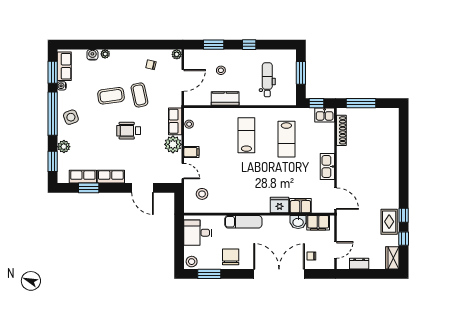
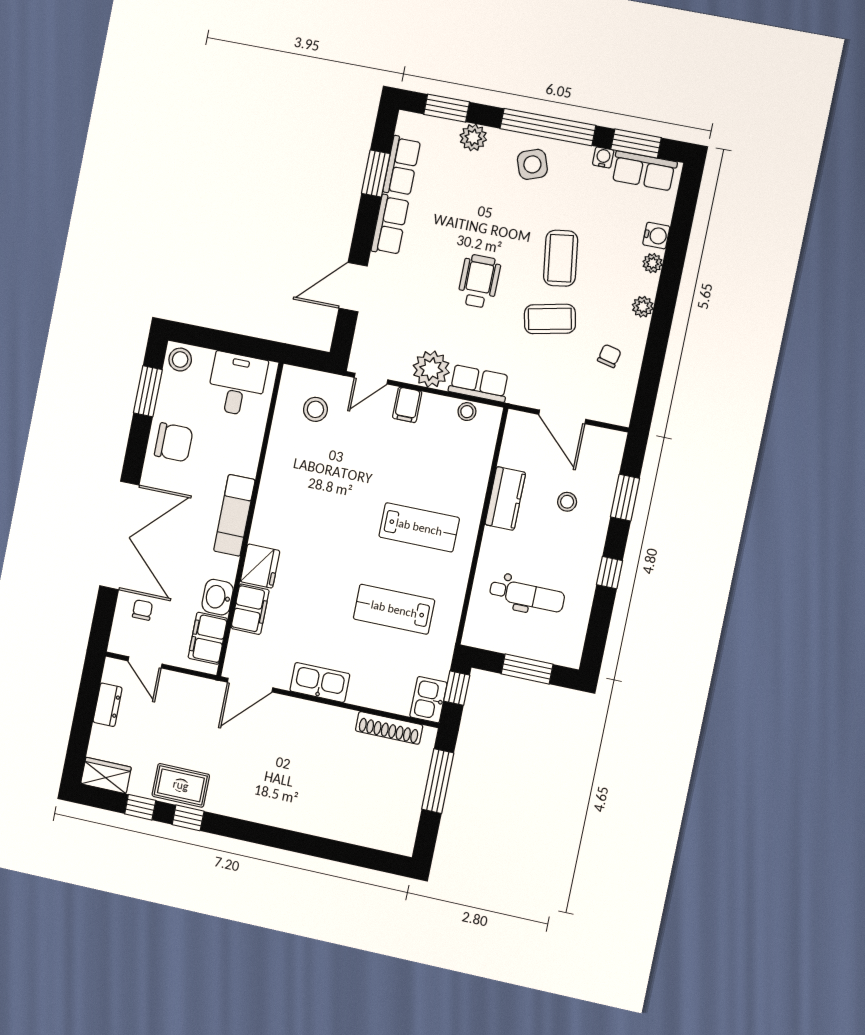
plant: (177, 54) -> (643, 307), moved
exam couch: (243, 222) -> (234, 515), moved

